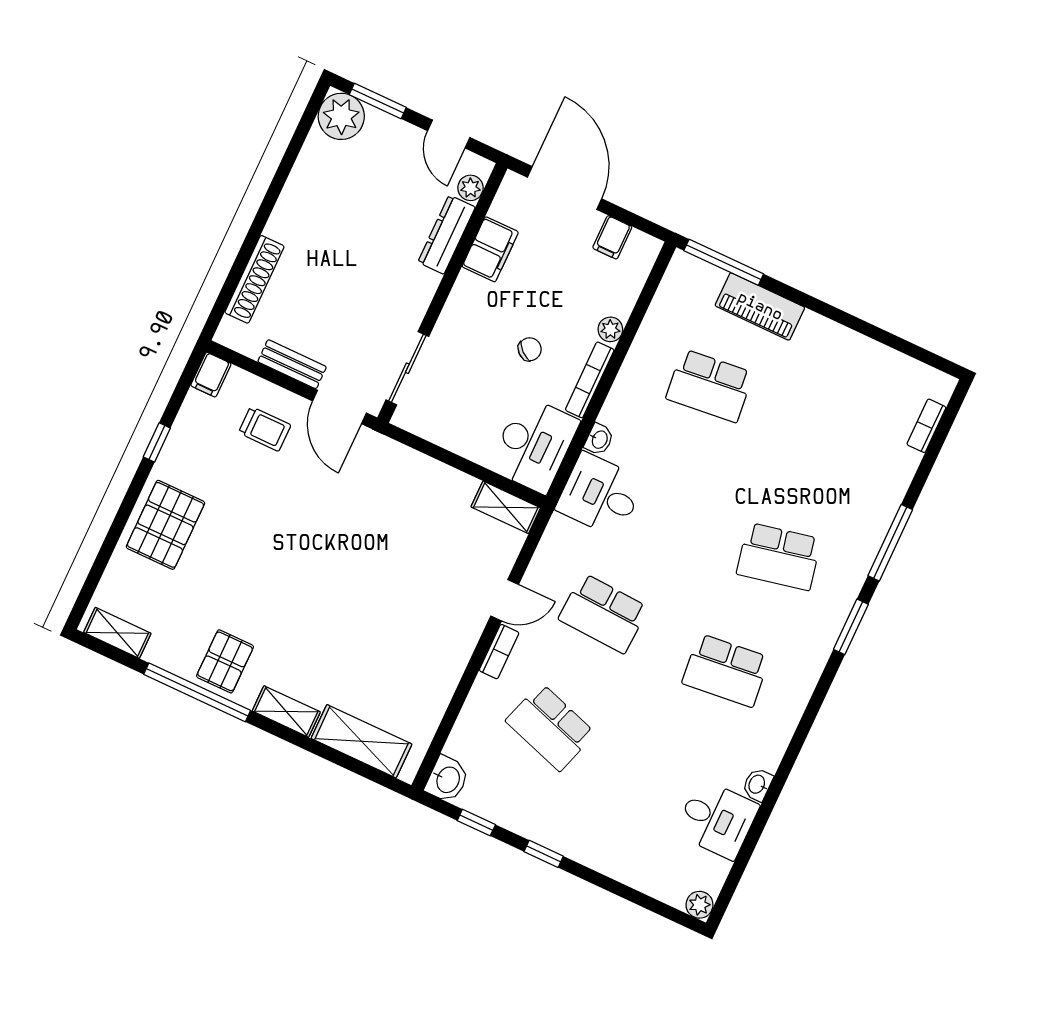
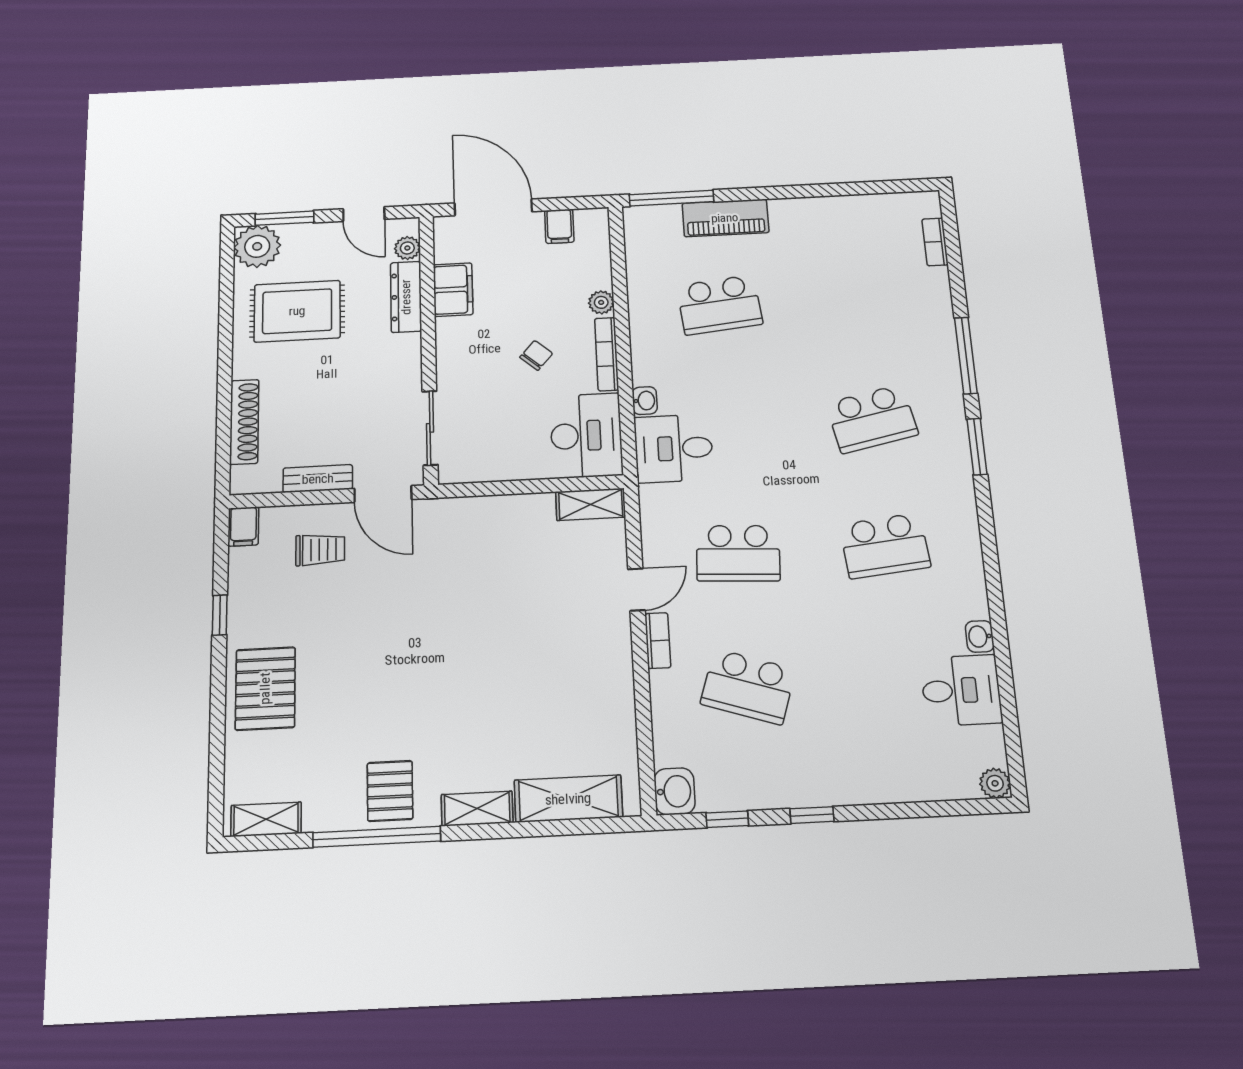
rug: (347, 198) -> (297, 311), added

